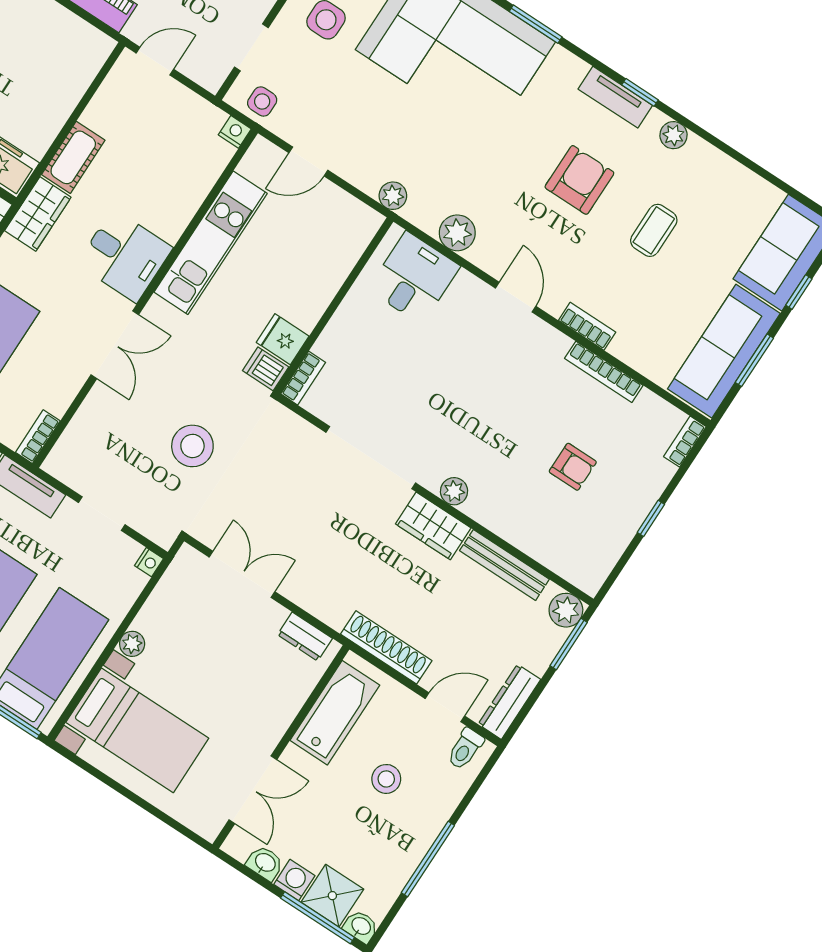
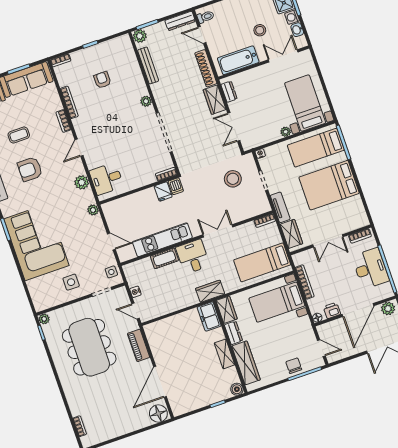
nightstand: (235, 132) -> (135, 292), moved
cot: (73, 157) -> (164, 258), moved
stool: (192, 446) -> (233, 179), moved
wardrobe: (433, 526) -> (215, 100), moved, turned 180
stool: (386, 779) -> (260, 30), moved

